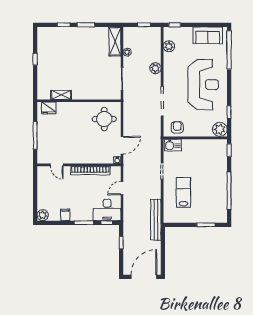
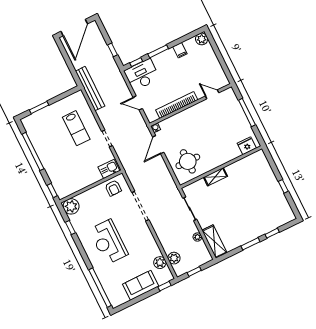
sofa: (208, 35) -> (141, 285), moved
plant: (155, 68) -> (174, 258), moved
reception desk: (203, 84) -> (109, 242), width x0.74, depth x0.77
shelving: (61, 95) -> (215, 177), moved
door: (122, 188) -> (138, 103), swing flipped

